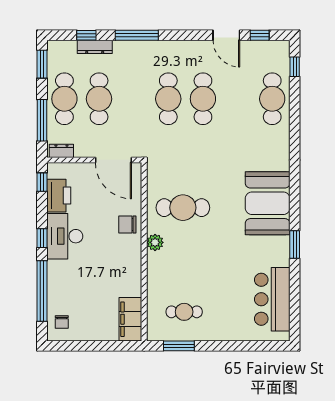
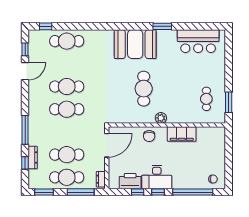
window: (42, 182) -> (138, 192), moved
cafe table: (183, 208) -> (144, 89), moved
filing cabinet: (130, 319) -> (182, 134), moved

